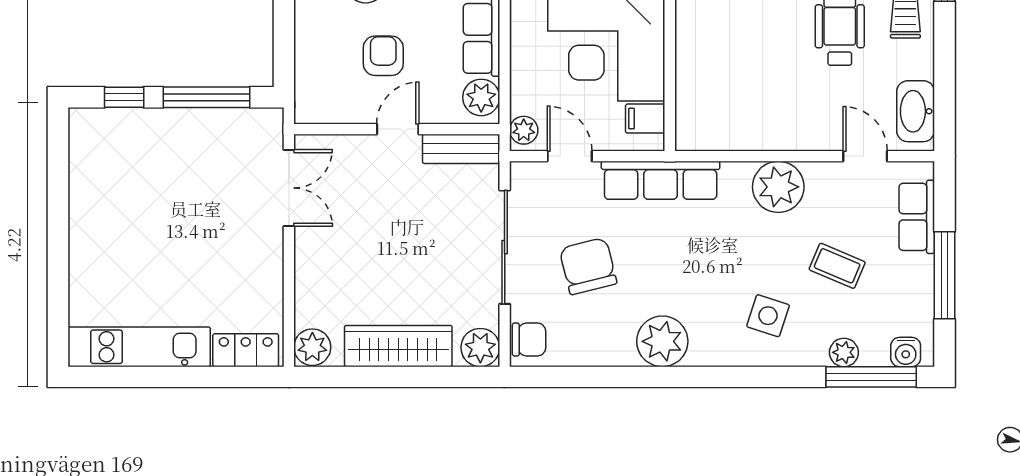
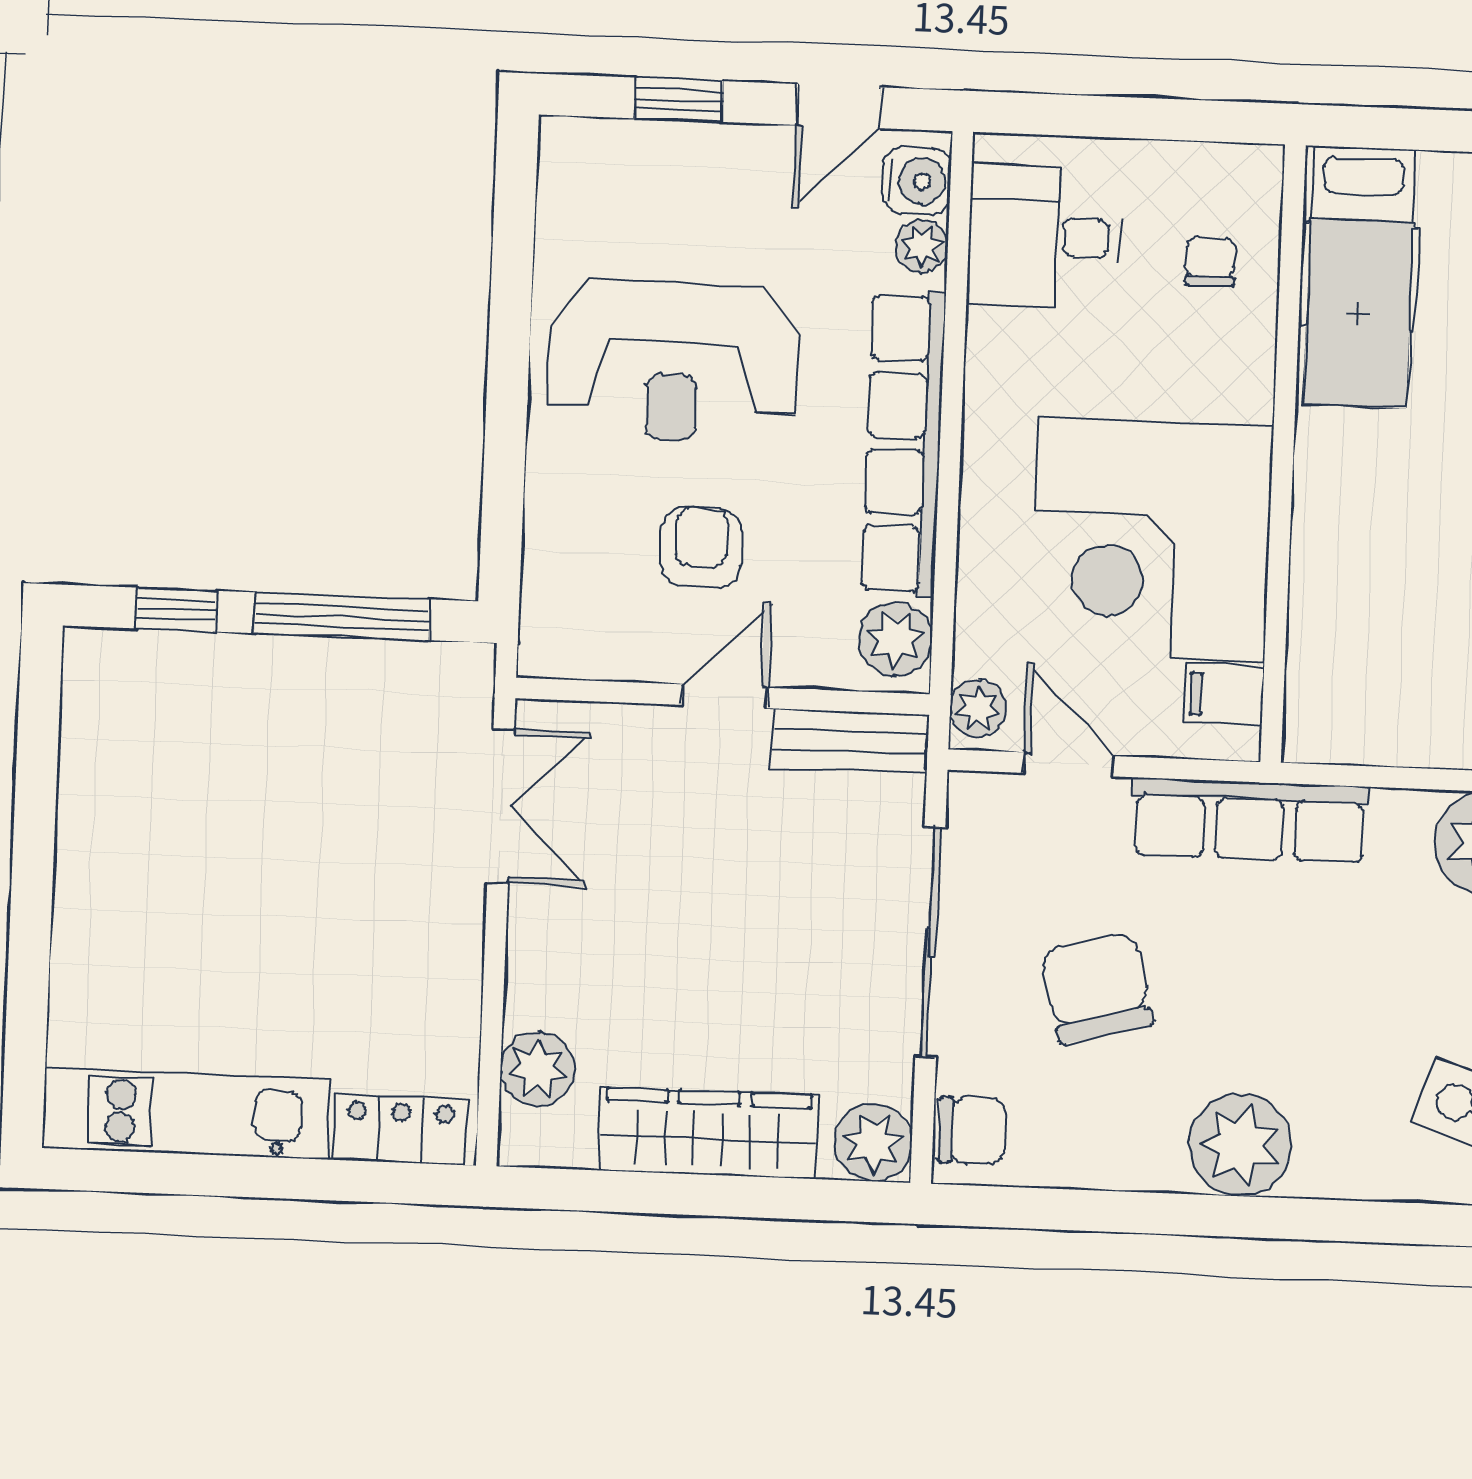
plant: (312, 347) -> (537, 1069), moved

